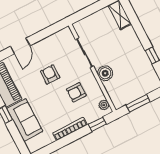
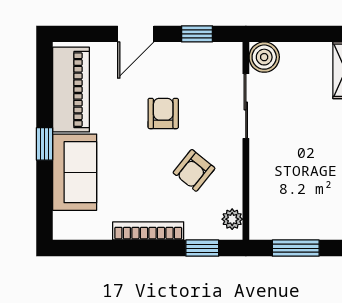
window: (47, 32) -> (197, 34), added
boiler: (105, 73) -> (264, 57), moved
armchair: (76, 92) -> (194, 170), turned -51

